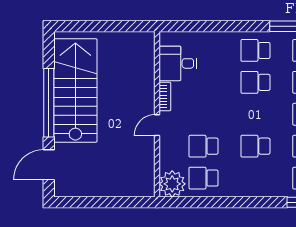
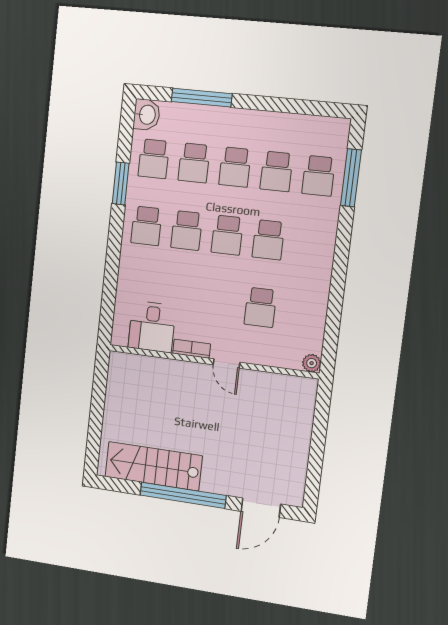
stairs: (75, 91) -> (153, 466), width x0.73, depth x0.66
door: (49, 165) -> (261, 508), hinge flipped
school desk: (204, 178) -> (227, 235), moved
plant: (172, 184) -> (312, 363), width x0.53, depth x0.53

